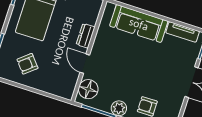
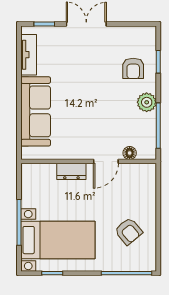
floor lamp: (88, 89) -> (130, 153), width x0.53, depth x0.53

